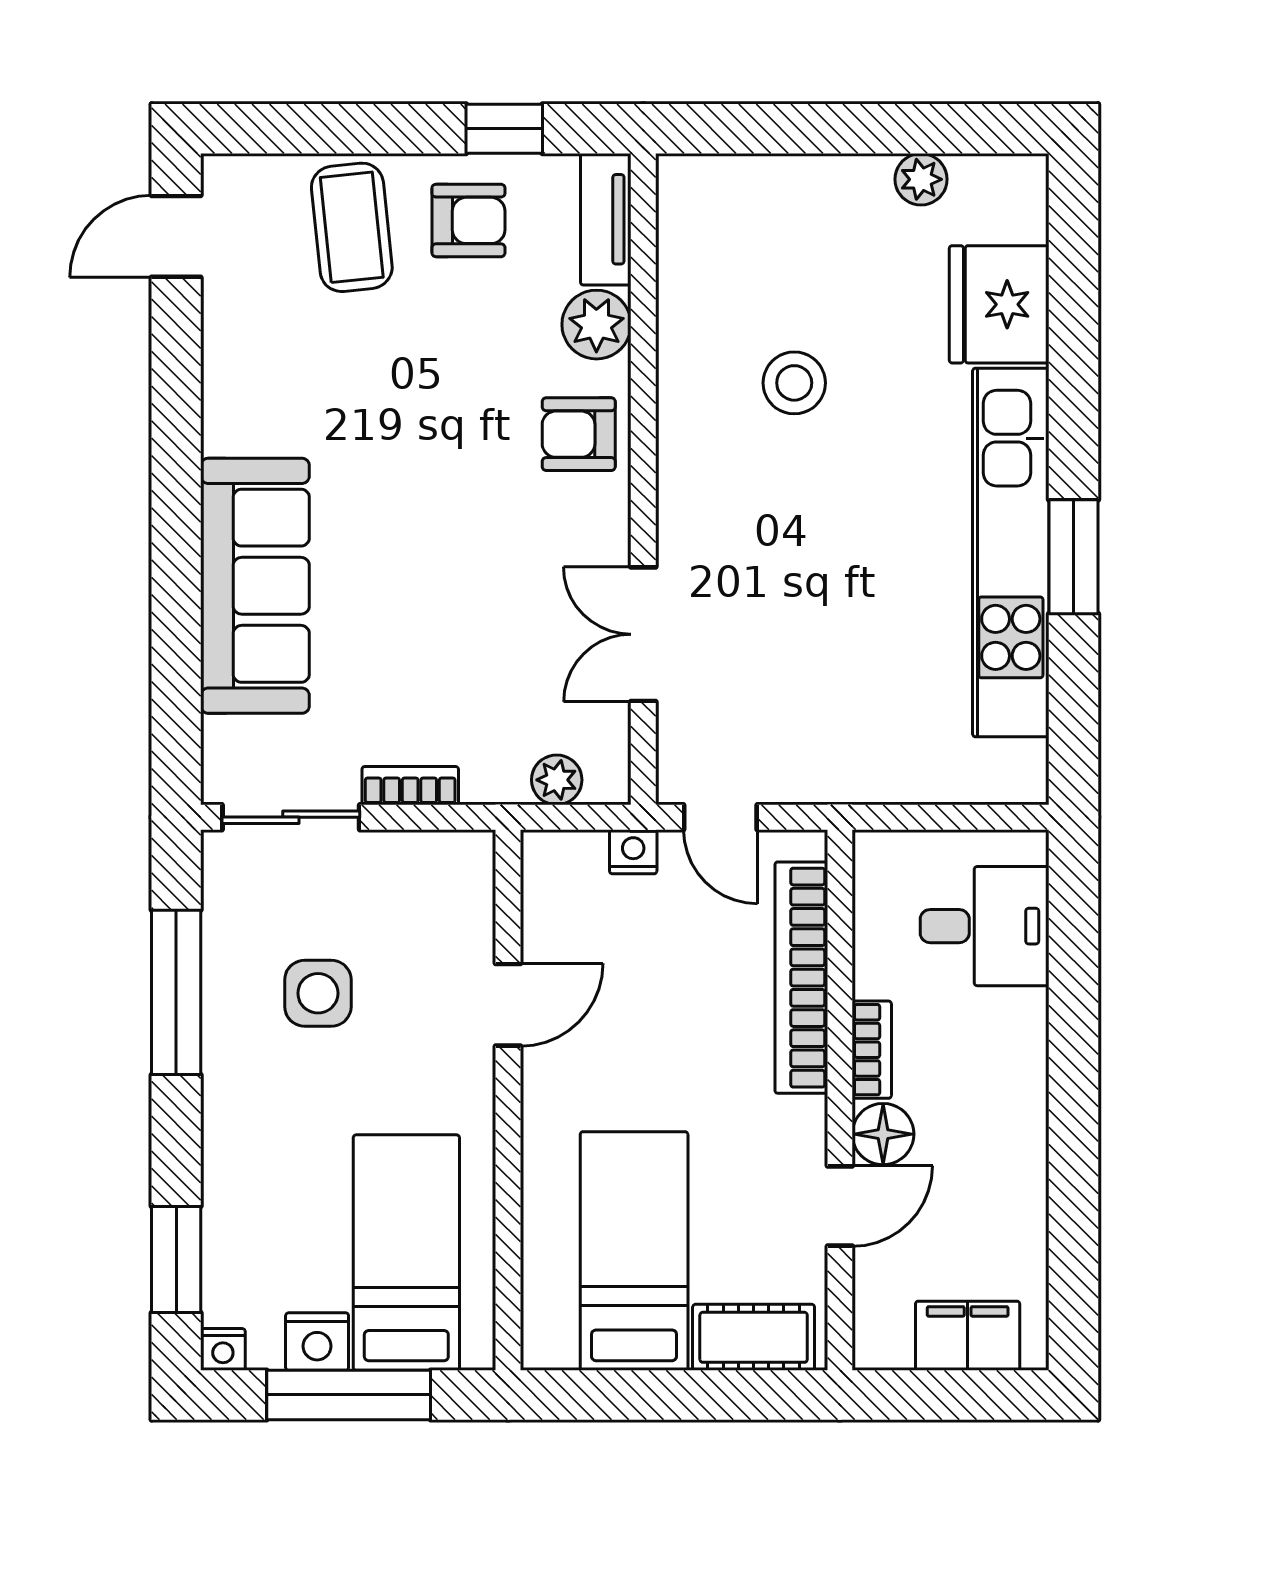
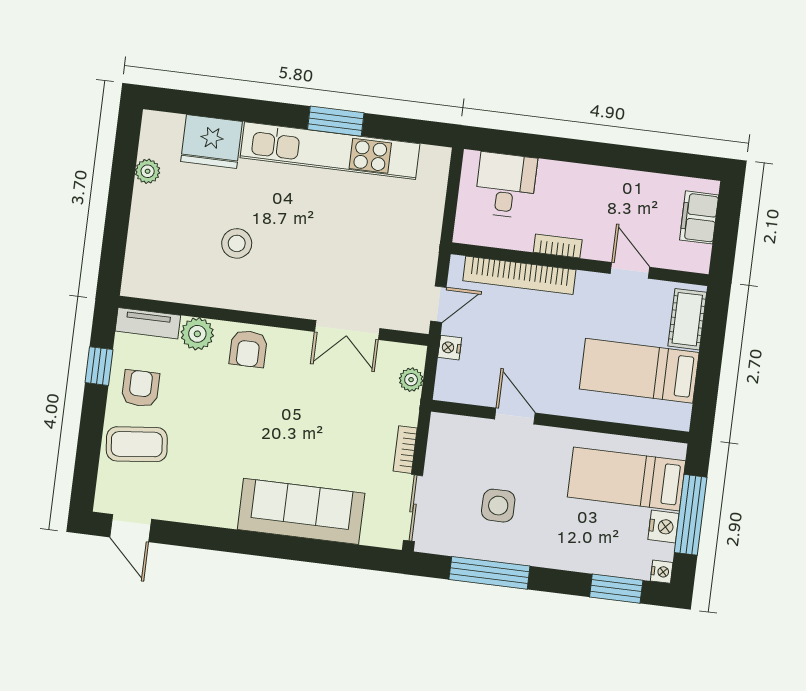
floor lamp: (883, 1134) -> (598, 246), removed

